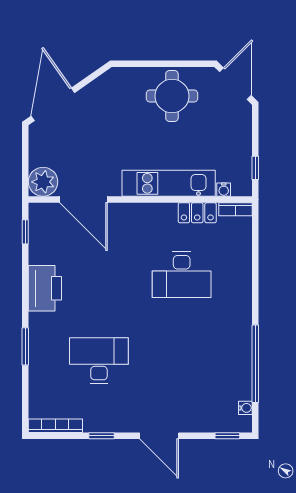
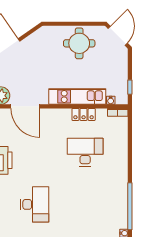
locker: (197, 213) -> (84, 114), moved
desk: (182, 275) -> (85, 152), turned 180
desk: (99, 361) -> (35, 204), turned 90

